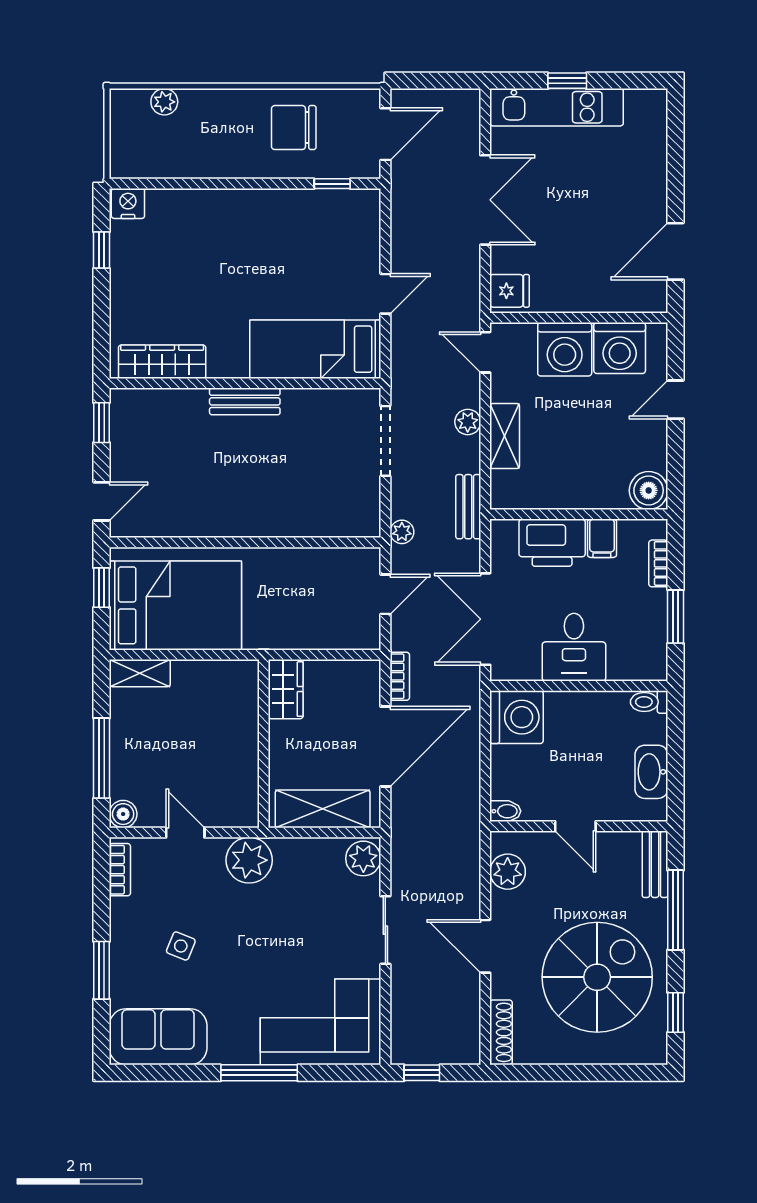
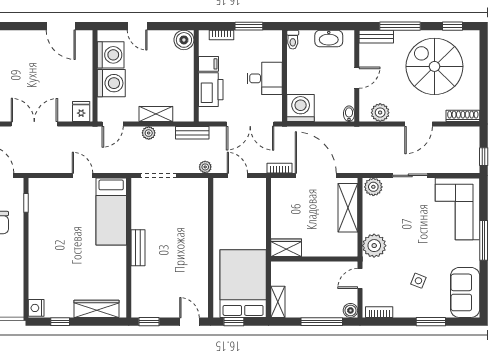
wardrobe: (162, 362) -> (96, 309), moved, turned 90
wardrobe: (286, 689) -> (286, 248), moved
wall: (264, 744) -> (314, 259), moved

